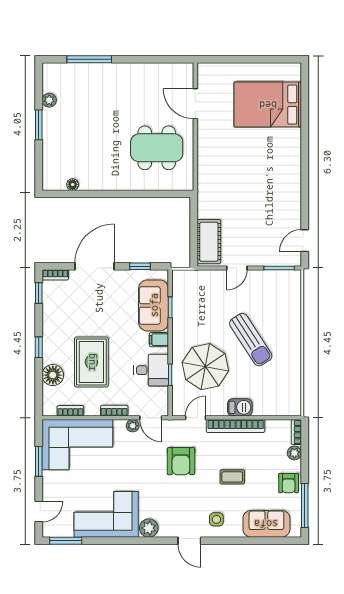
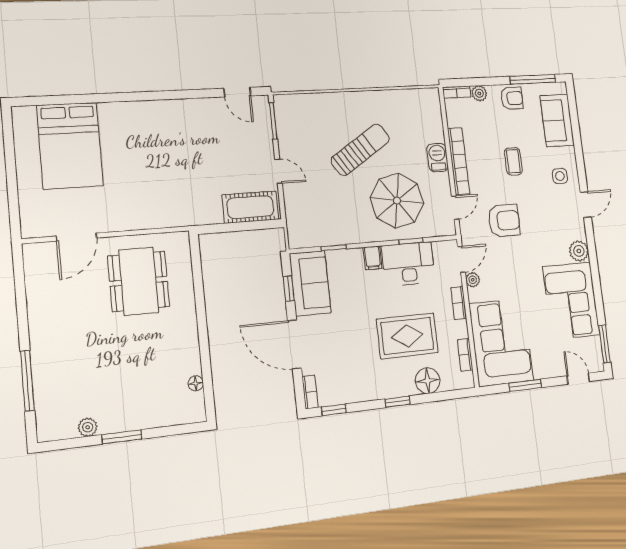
sofa: (154, 305) -> (310, 283), moved, turned -90
desk: (151, 370) -> (408, 264), width x1.37
door: (195, 418) -> (455, 208), swing flipped

